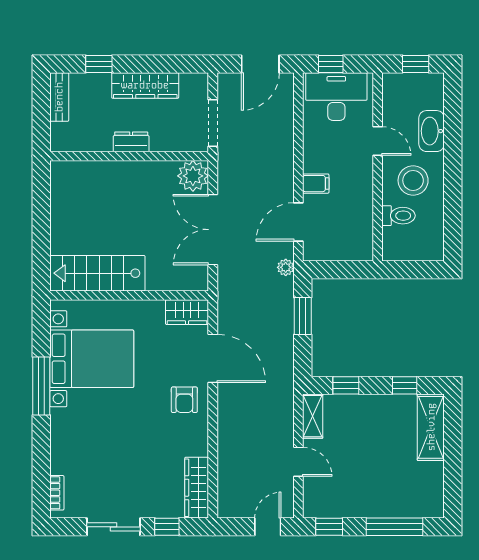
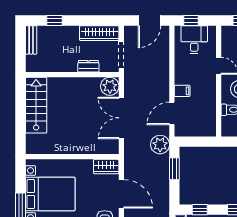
wardrobe: (145, 85) -> (99, 33), moved
desk: (336, 97) -> (194, 40), width x0.73
dresser: (131, 142) -> (88, 66), moved
plant: (286, 267) -> (160, 145), width x1.88, depth x1.88
stairs: (97, 273) -> (36, 105), moved, turned 90

